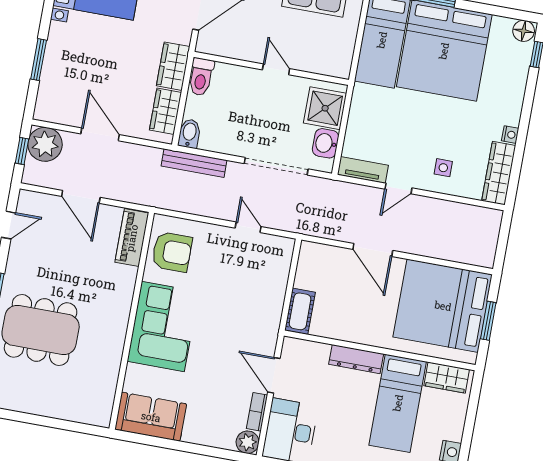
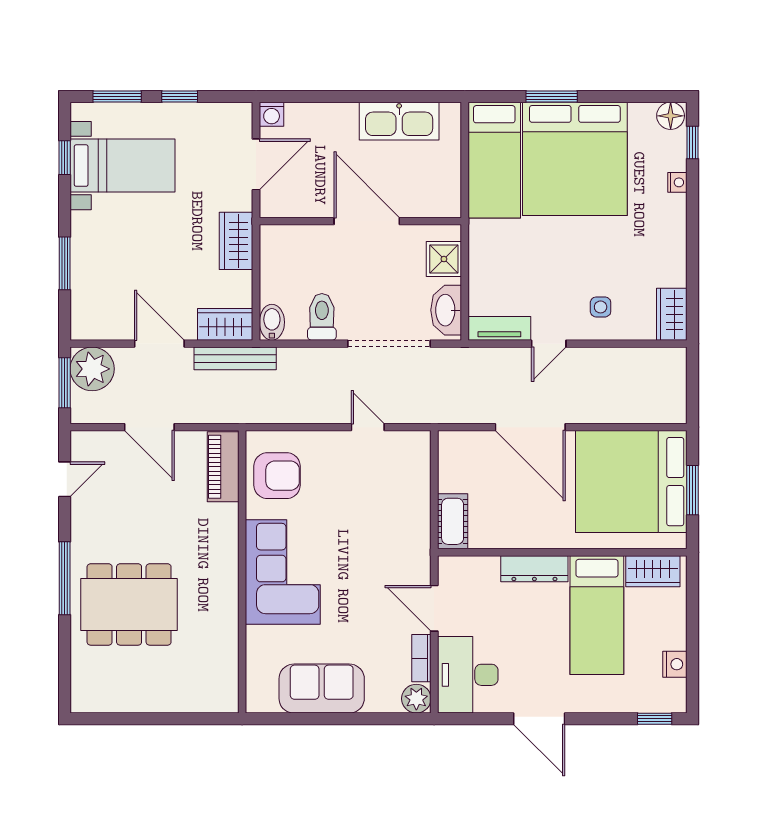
door: (276, 69) -> (367, 221), width x1.88
toilet: (201, 77) -> (322, 317), moved, turned 180
shower: (325, 108) -> (444, 259), width x0.73, depth x0.73
wardrobe: (166, 111) -> (225, 324), moved, turned 90
nightstand: (510, 135) -> (677, 182), moved
washbasin: (326, 143) -> (446, 310), width x1.38
window: (22, 151) -> (65, 383), width x1.50
bench: (194, 163) -> (235, 358), moved
wardrobe: (499, 173) -> (672, 314), width x0.67
door: (373, 250) -> (530, 427), width x1.36
sofa: (151, 417) -> (322, 689), moved

